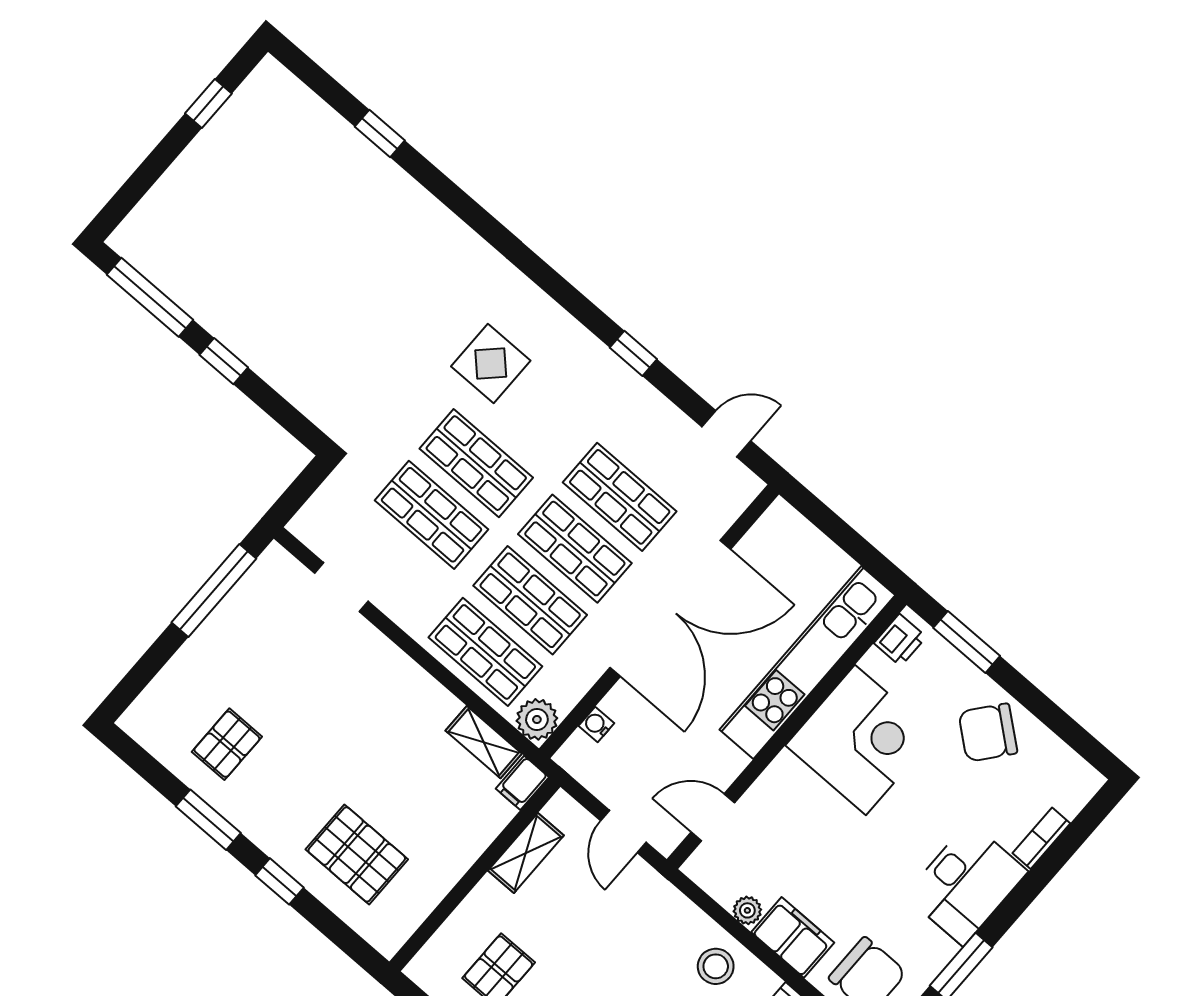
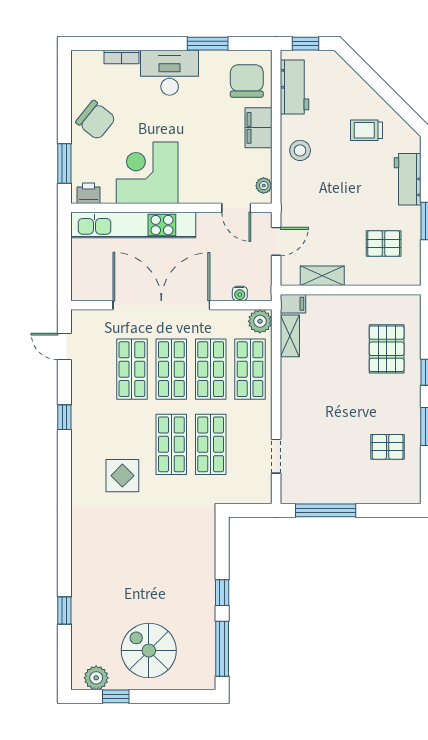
plant: (255, 99) -> (96, 678), added
spiral stairs: (231, 199) -> (149, 651), added
plant: (747, 910) -> (264, 186), moved

